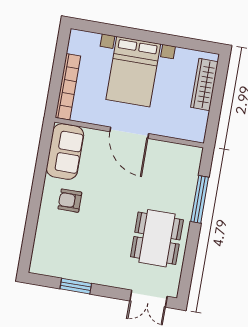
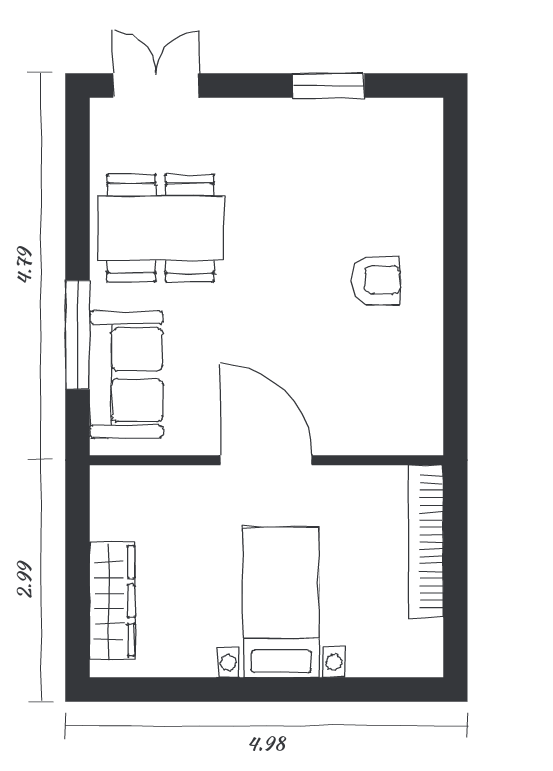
bed with nightstands: (133, 72) -> (281, 602), width x0.73
sofa: (65, 152) -> (126, 375), moved, turned 180
dining table: (157, 238) -> (160, 228), turned 90

